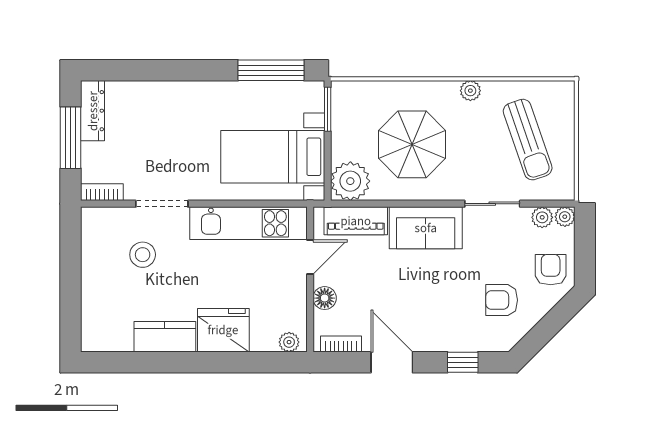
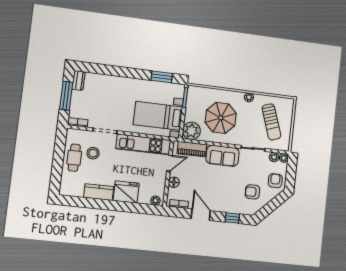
window: (271, 70) -> (162, 77), width x0.69
dresser: (93, 111) -> (79, 81), width x0.70
cafe table: (104, 269) -> (74, 158), added

